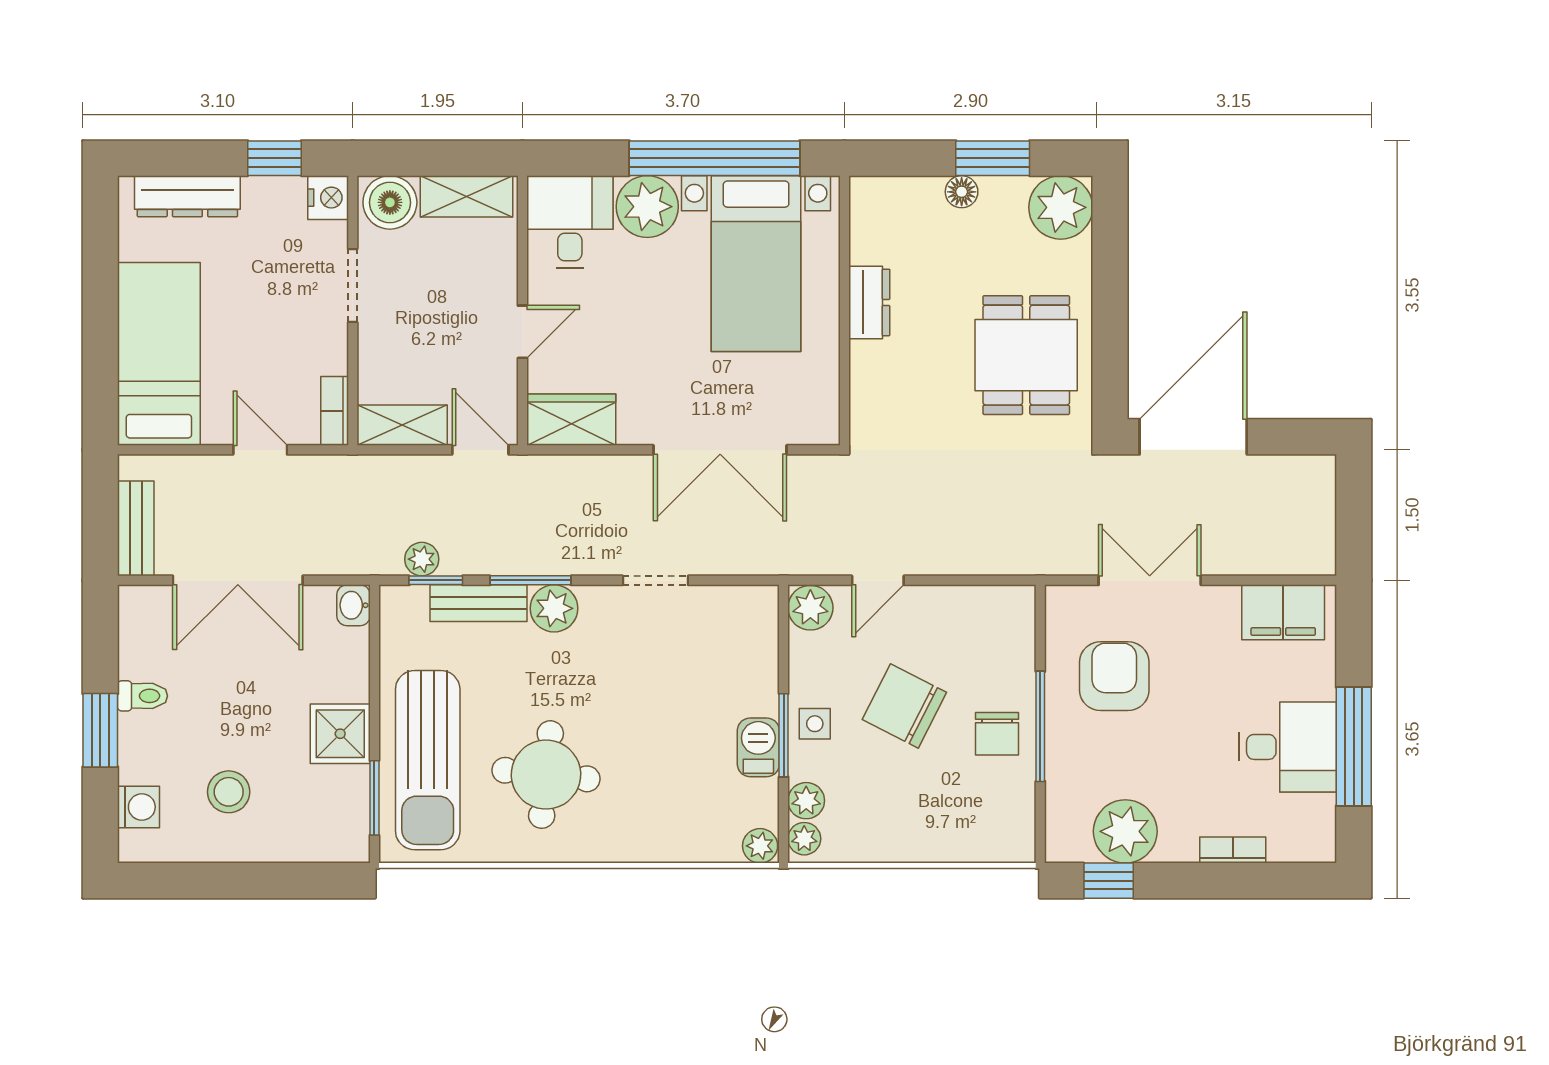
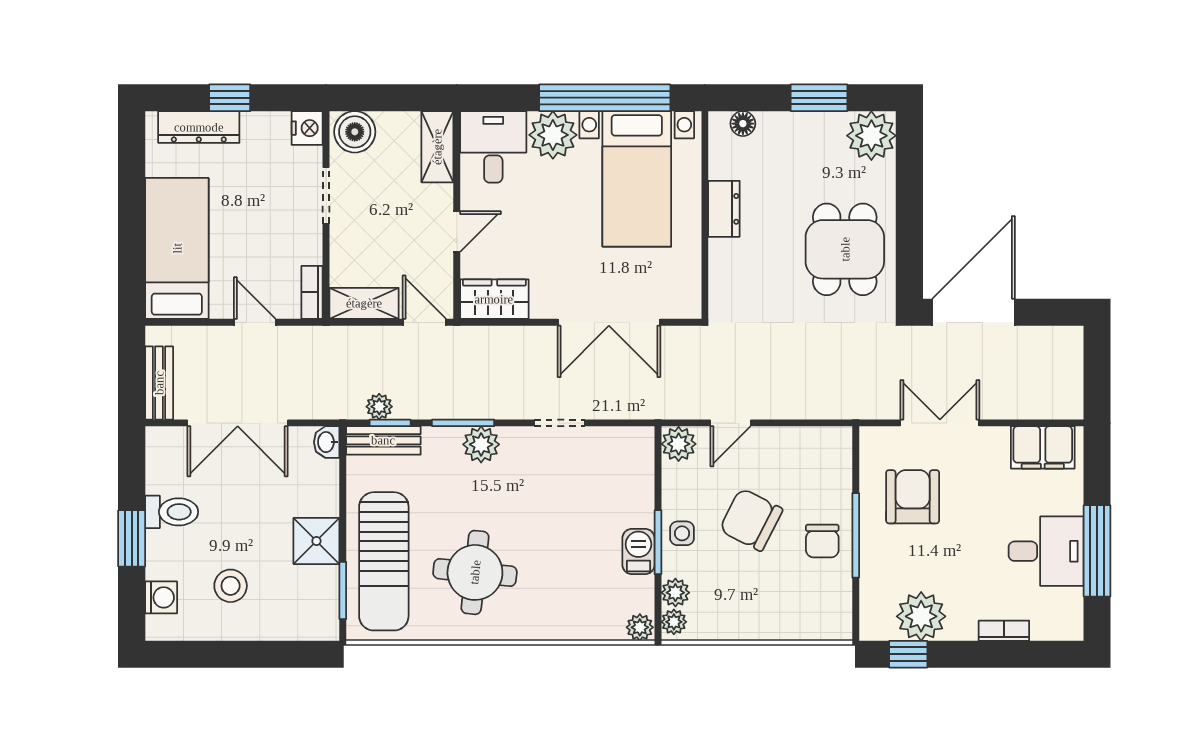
window: (275, 158) -> (230, 98), moved
floor lamp: (962, 192) -> (743, 124), moved
shelving: (466, 196) -> (437, 147), moved, turned 90
bench: (479, 603) -> (383, 440), moved
toilet: (143, 696) -> (172, 512), width x1.37, depth x1.39

